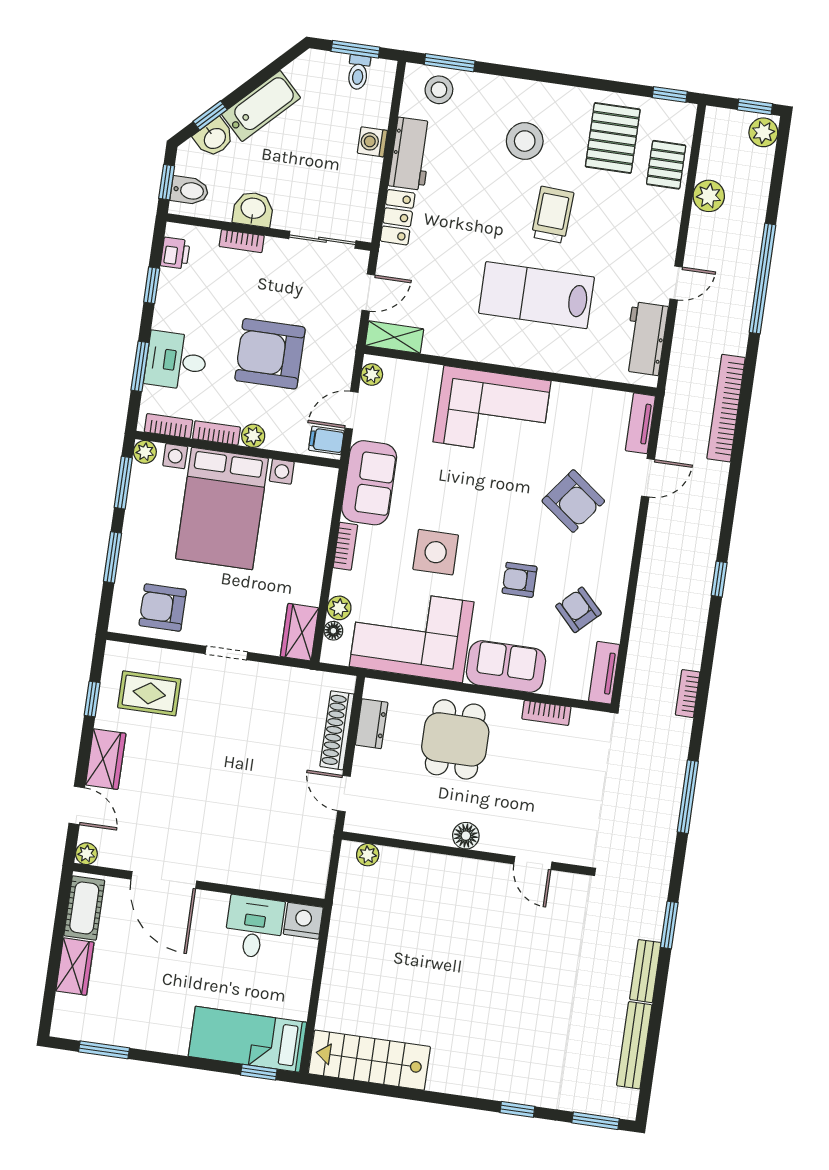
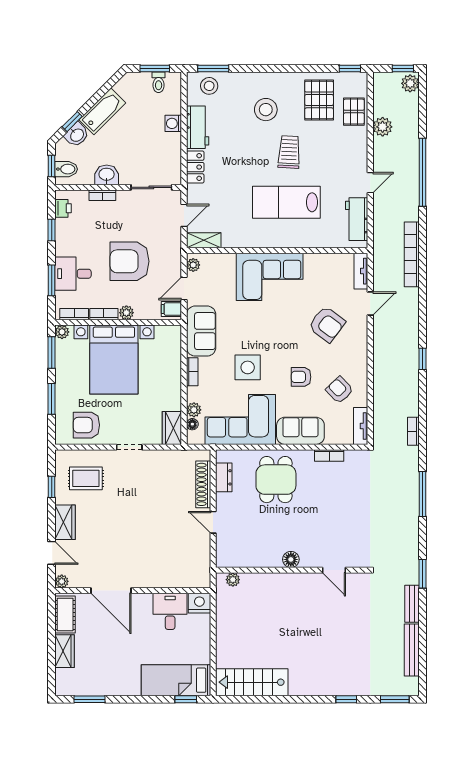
floor lamp: (466, 836) -> (291, 559), moved
wall: (465, 853) -> (292, 570), moved
plant: (368, 855) -> (233, 580), moved
door: (533, 863) -> (334, 570), moved

